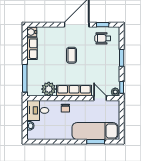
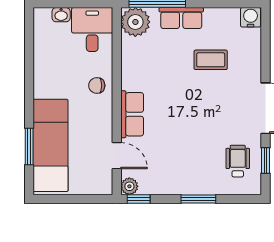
row of seats: (32, 49) -> (181, 18), moved
coffee table: (72, 55) -> (211, 60), moved
plant: (49, 89) -> (135, 22), moved
row of seats: (74, 91) -> (132, 114), width x0.68
door: (100, 98) -> (117, 156), hinge flipped

